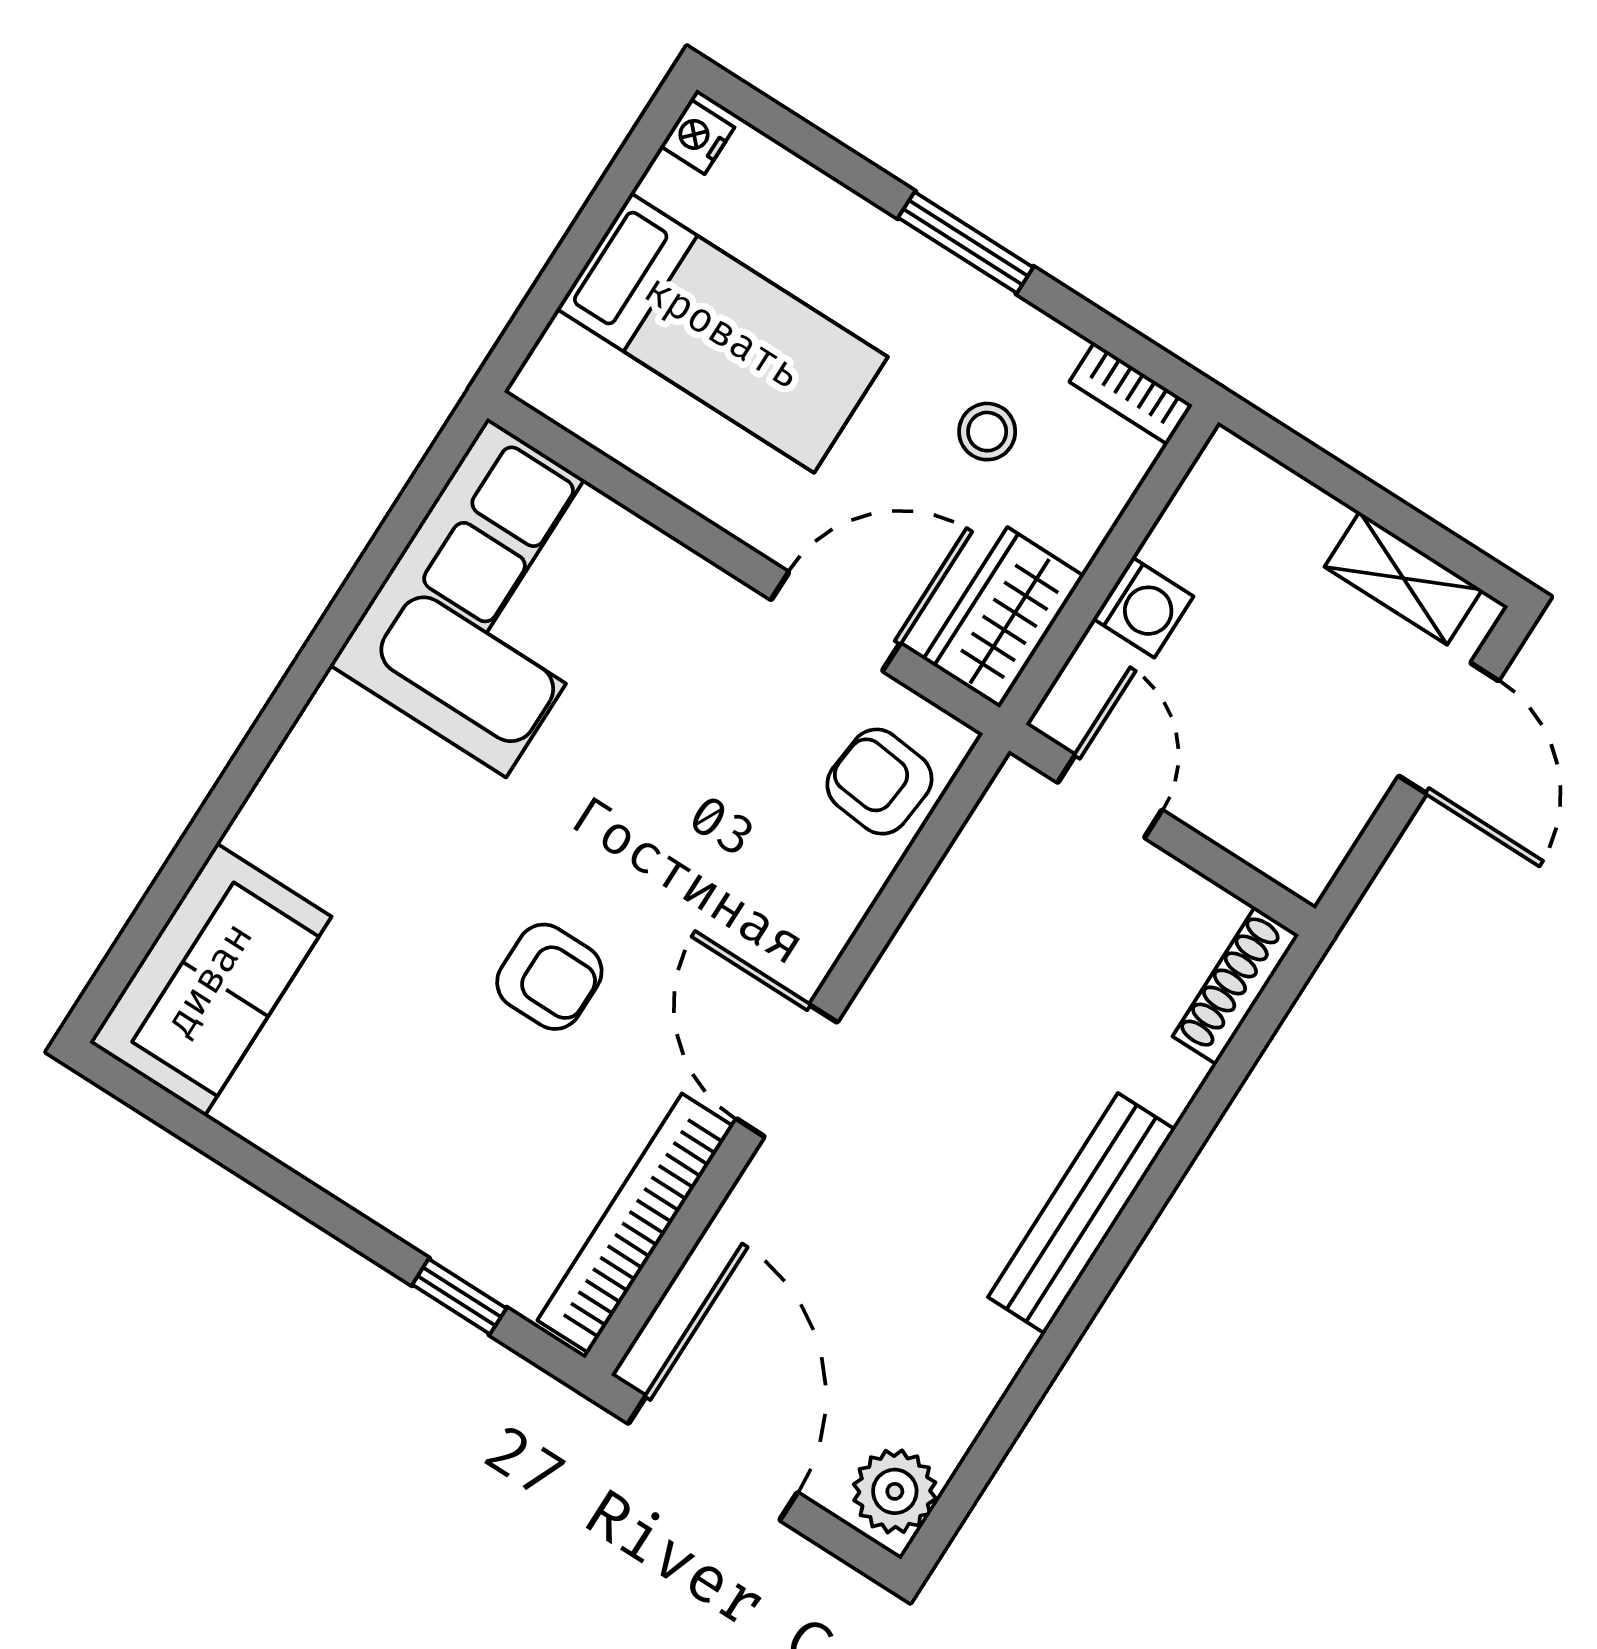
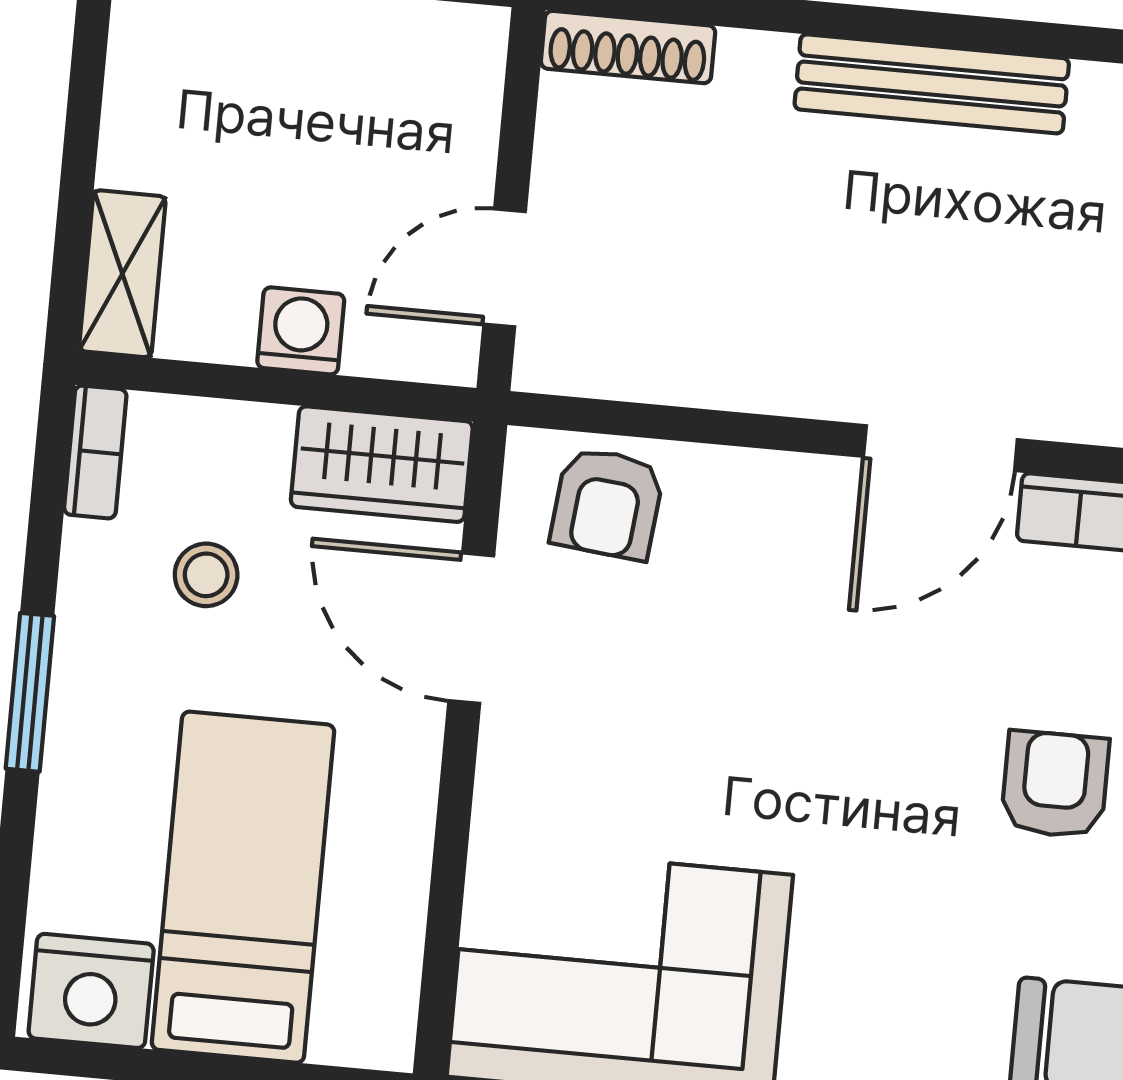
nightstand: (698, 137) -> (91, 991), width x1.89, depth x1.79
shelving: (1403, 578) -> (122, 274), moved
armchair: (549, 977) -> (1055, 784), moved

